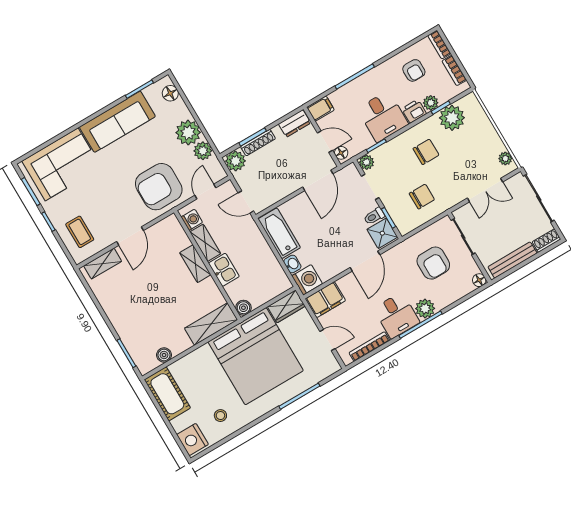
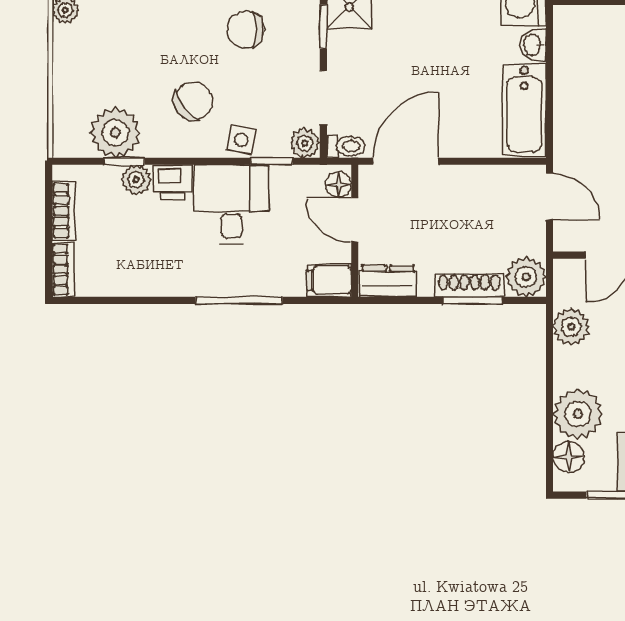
armchair: (414, 70) -> (132, 251), removed
plant: (188, 133) -> (578, 414), moved
side table: (395, 147) -> (241, 140), added
chair: (426, 152) -> (194, 101), turned 142
toilet: (374, 216) -> (346, 146), moved

